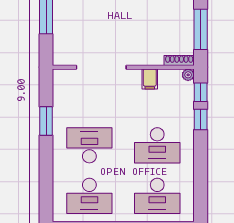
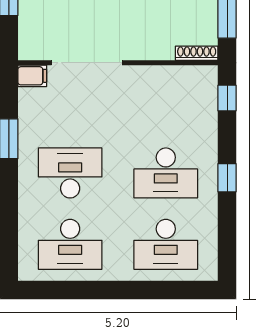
plant: (188, 75) -> (209, 74), removed
filing cabinet: (150, 79) -> (32, 76), moved, turned -90
window: (201, 119) -> (227, 178), moved

